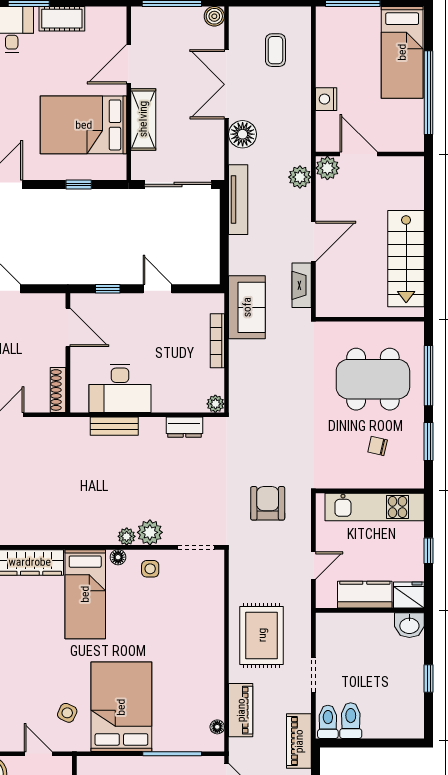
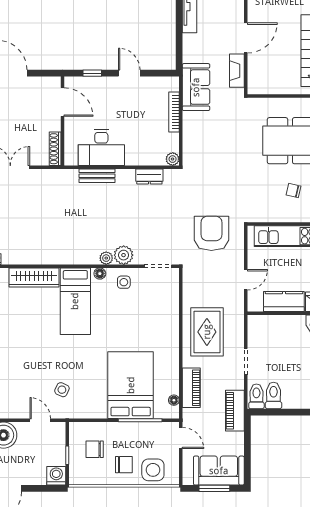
armchair: (268, 503) -> (211, 233), width x1.36, depth x1.36
bed: (121, 707) -> (131, 385), moved

